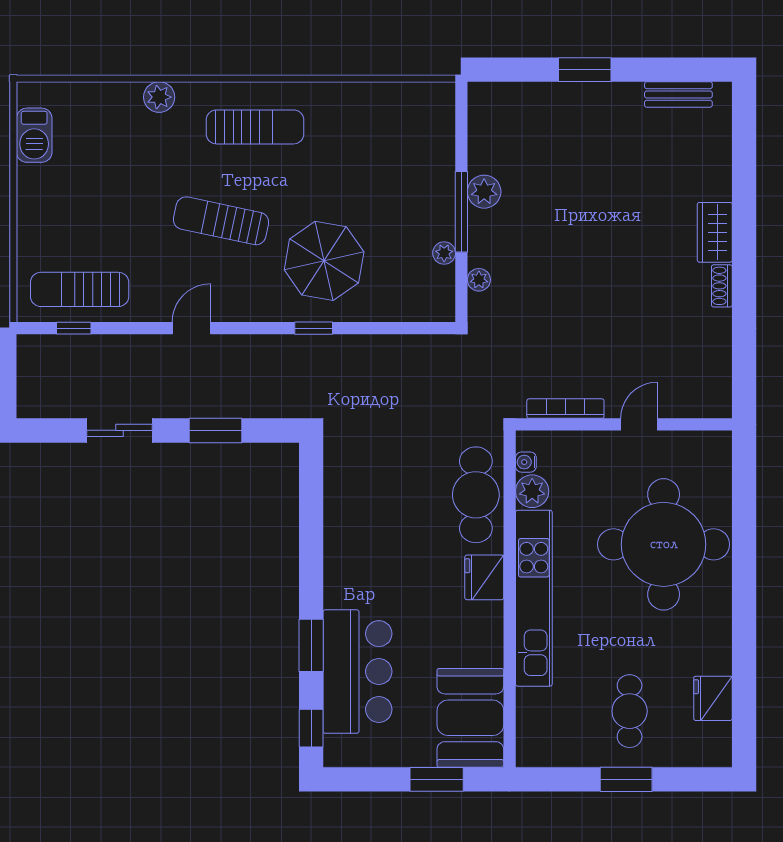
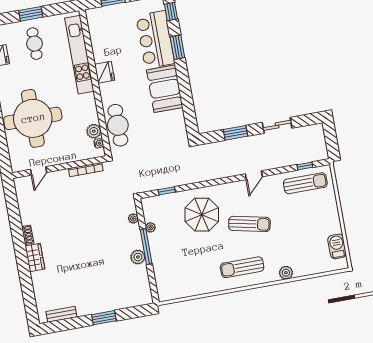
window: (314, 328) -> (167, 191), moved
door: (639, 424) -> (39, 171), moved
fridge: (484, 577) -> (105, 72), moved
kitchen unit: (534, 598) -> (79, 55), moved
booth: (470, 718) -> (165, 89), moved

